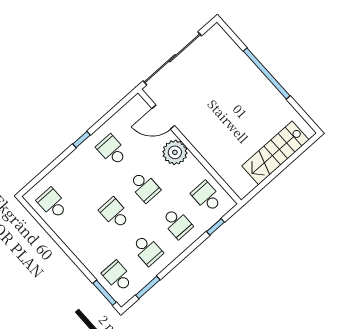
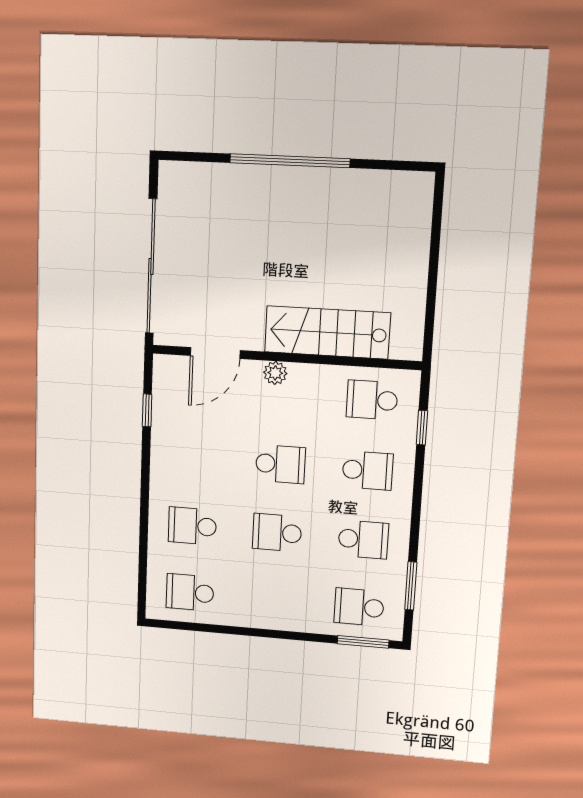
window: (82, 140) -> (147, 410), moved
school desk: (112, 150) -> (192, 526), moved
plant: (175, 152) -> (275, 373), width x0.53, depth x0.53
stairs: (275, 153) -> (327, 332), moved, turned 90

